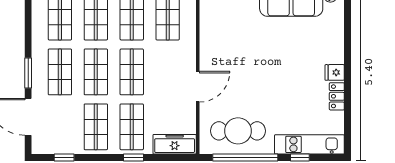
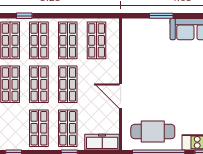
door: (198, 87) -> (121, 96), swing flipped

